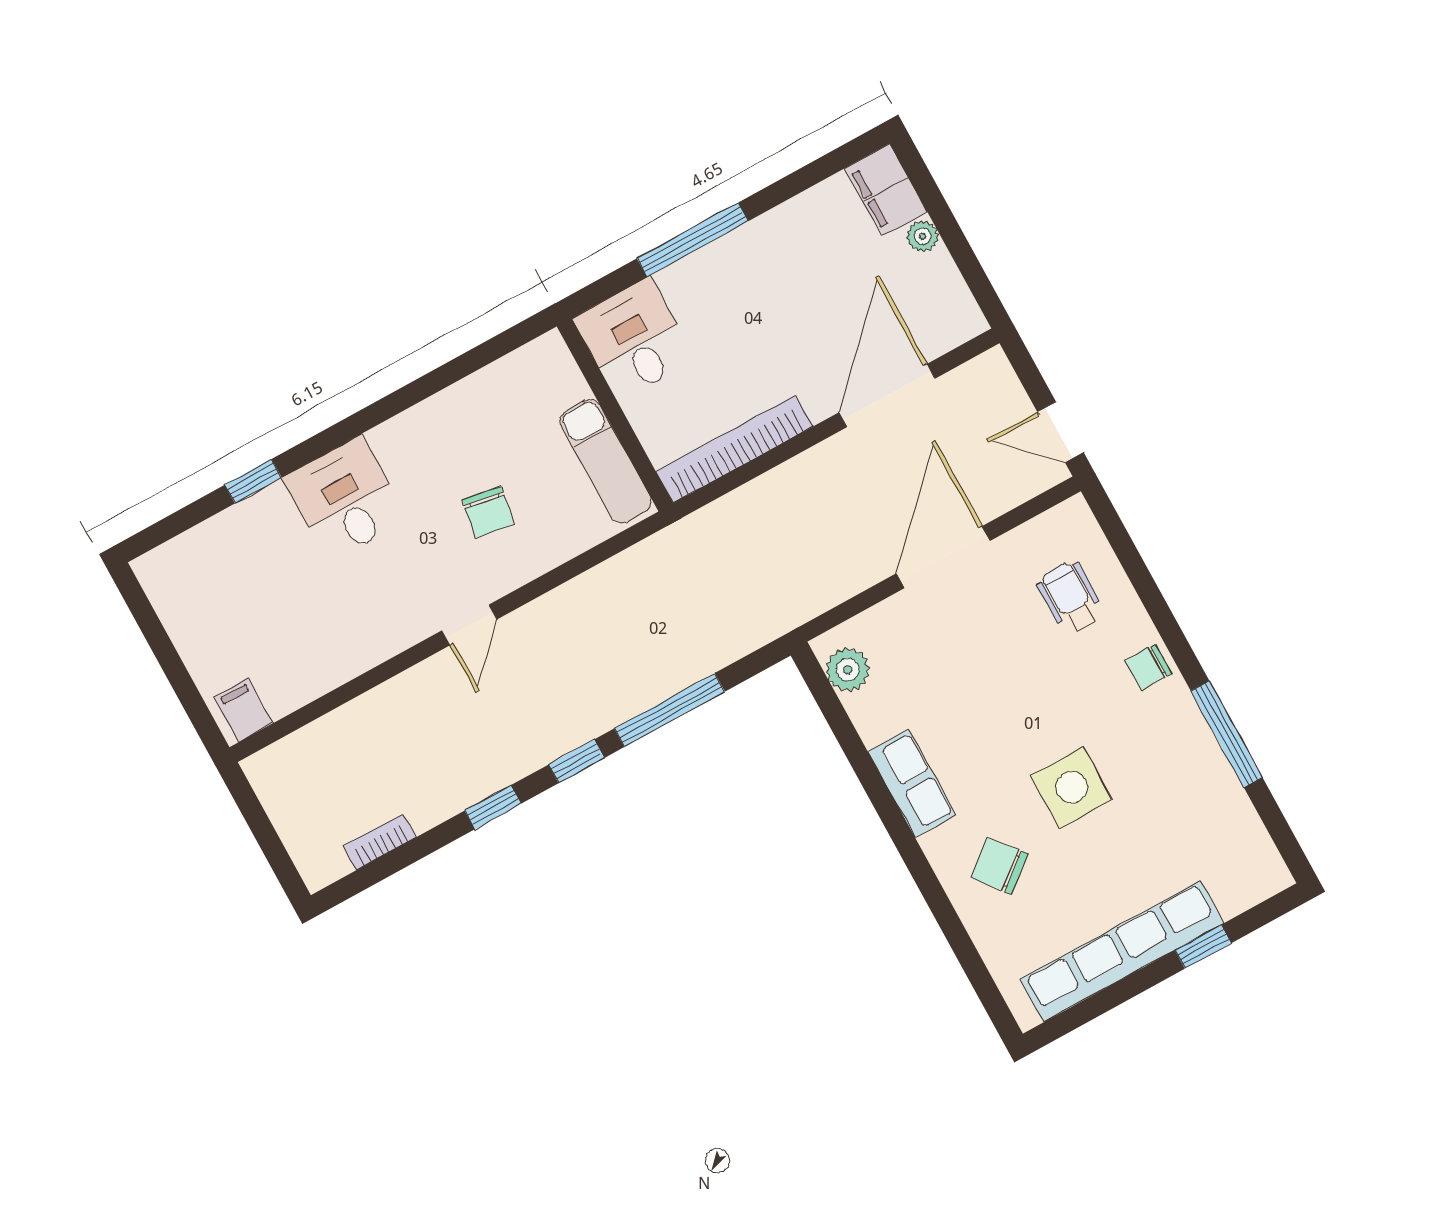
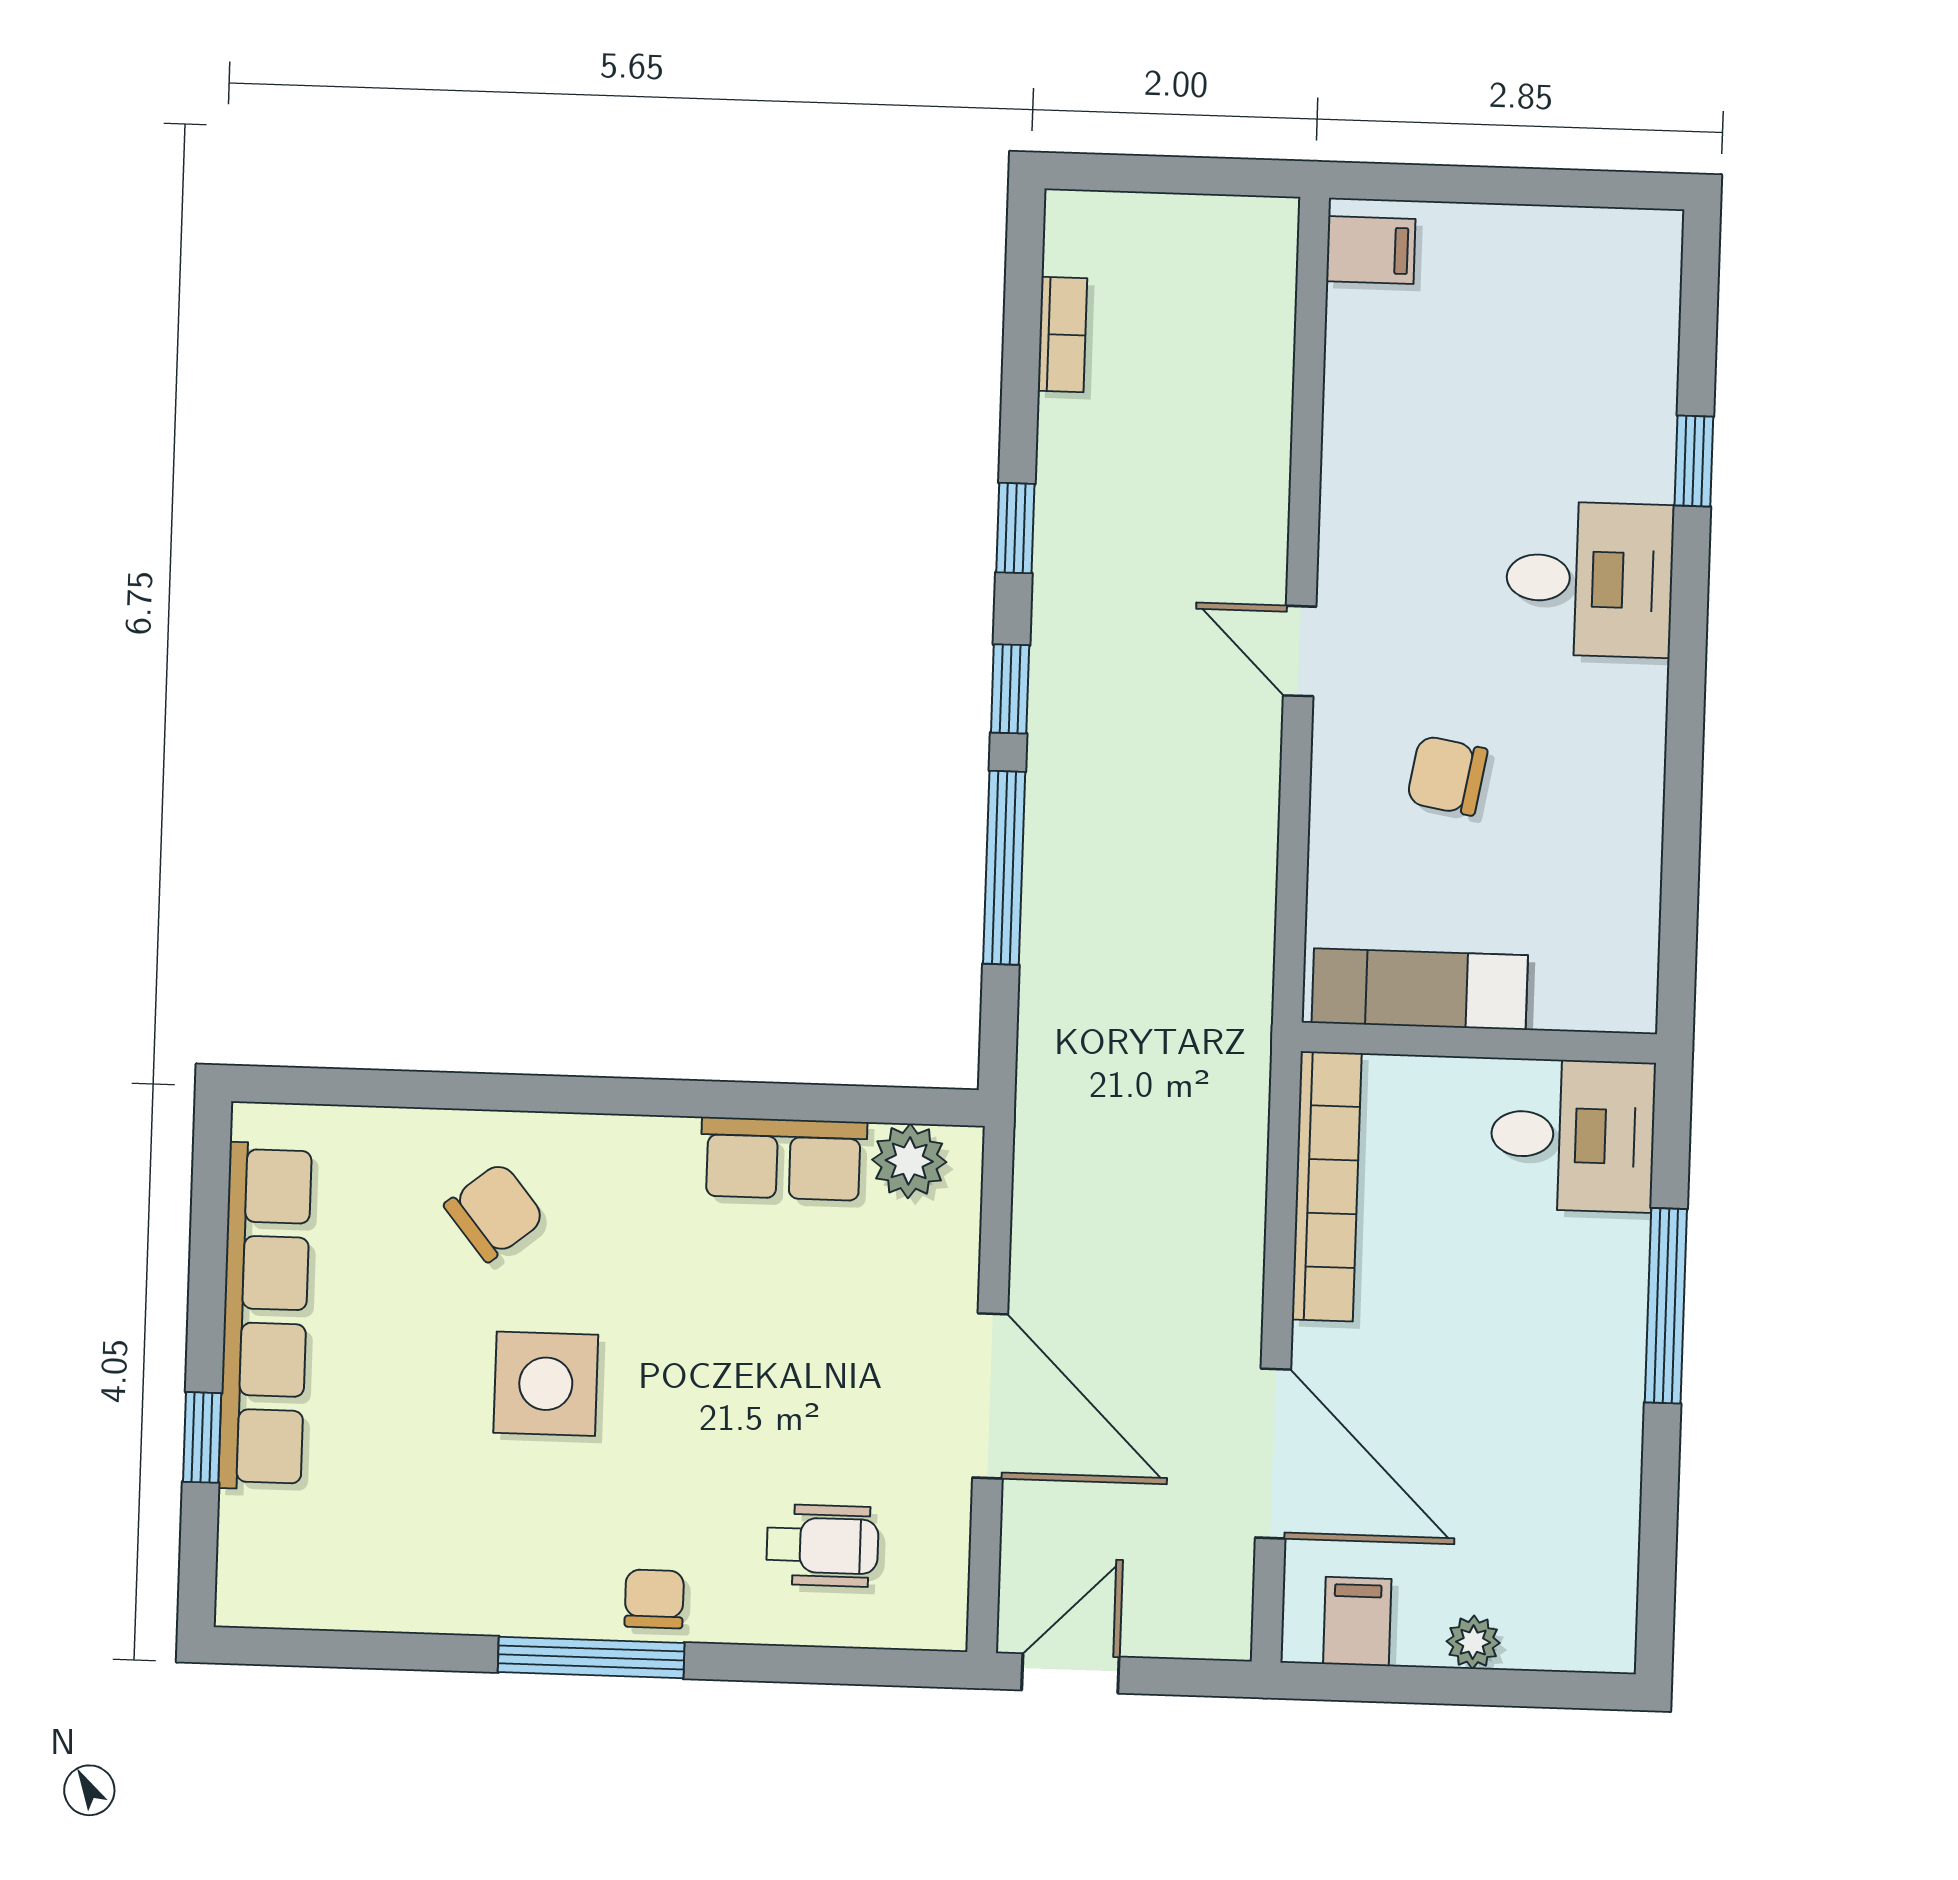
filing cabinet: (886, 190) -> (1357, 1621), moved, width x0.50
window: (1227, 734) -> (591, 1658), moved
row of seats: (912, 783) -> (783, 1159), moved

